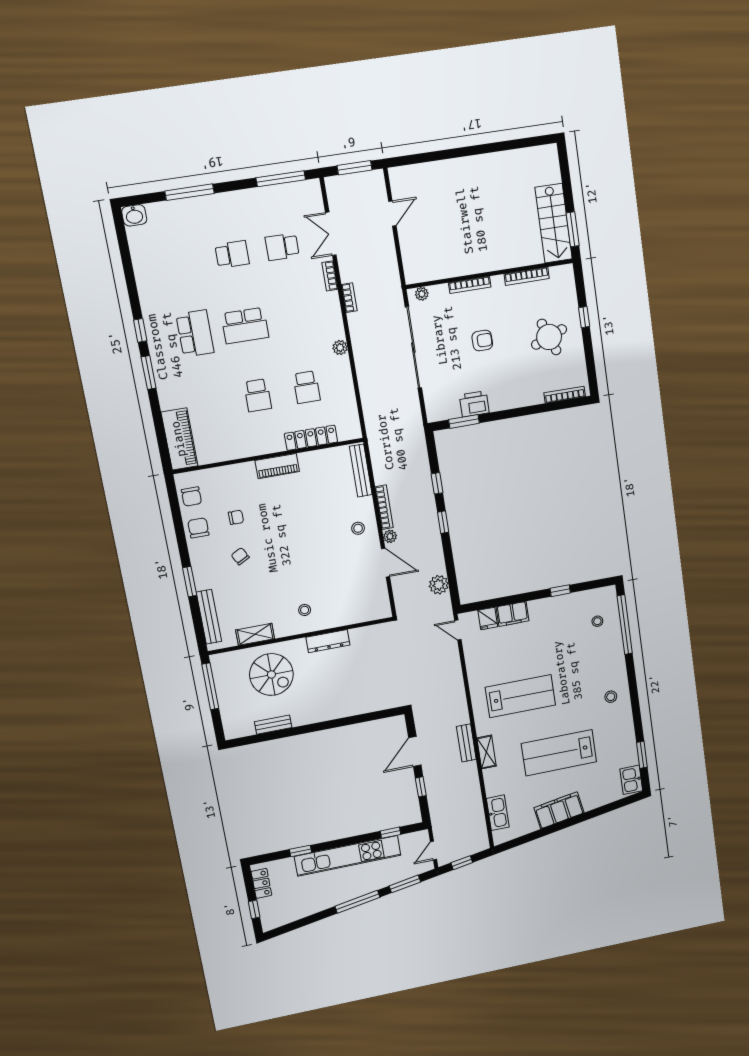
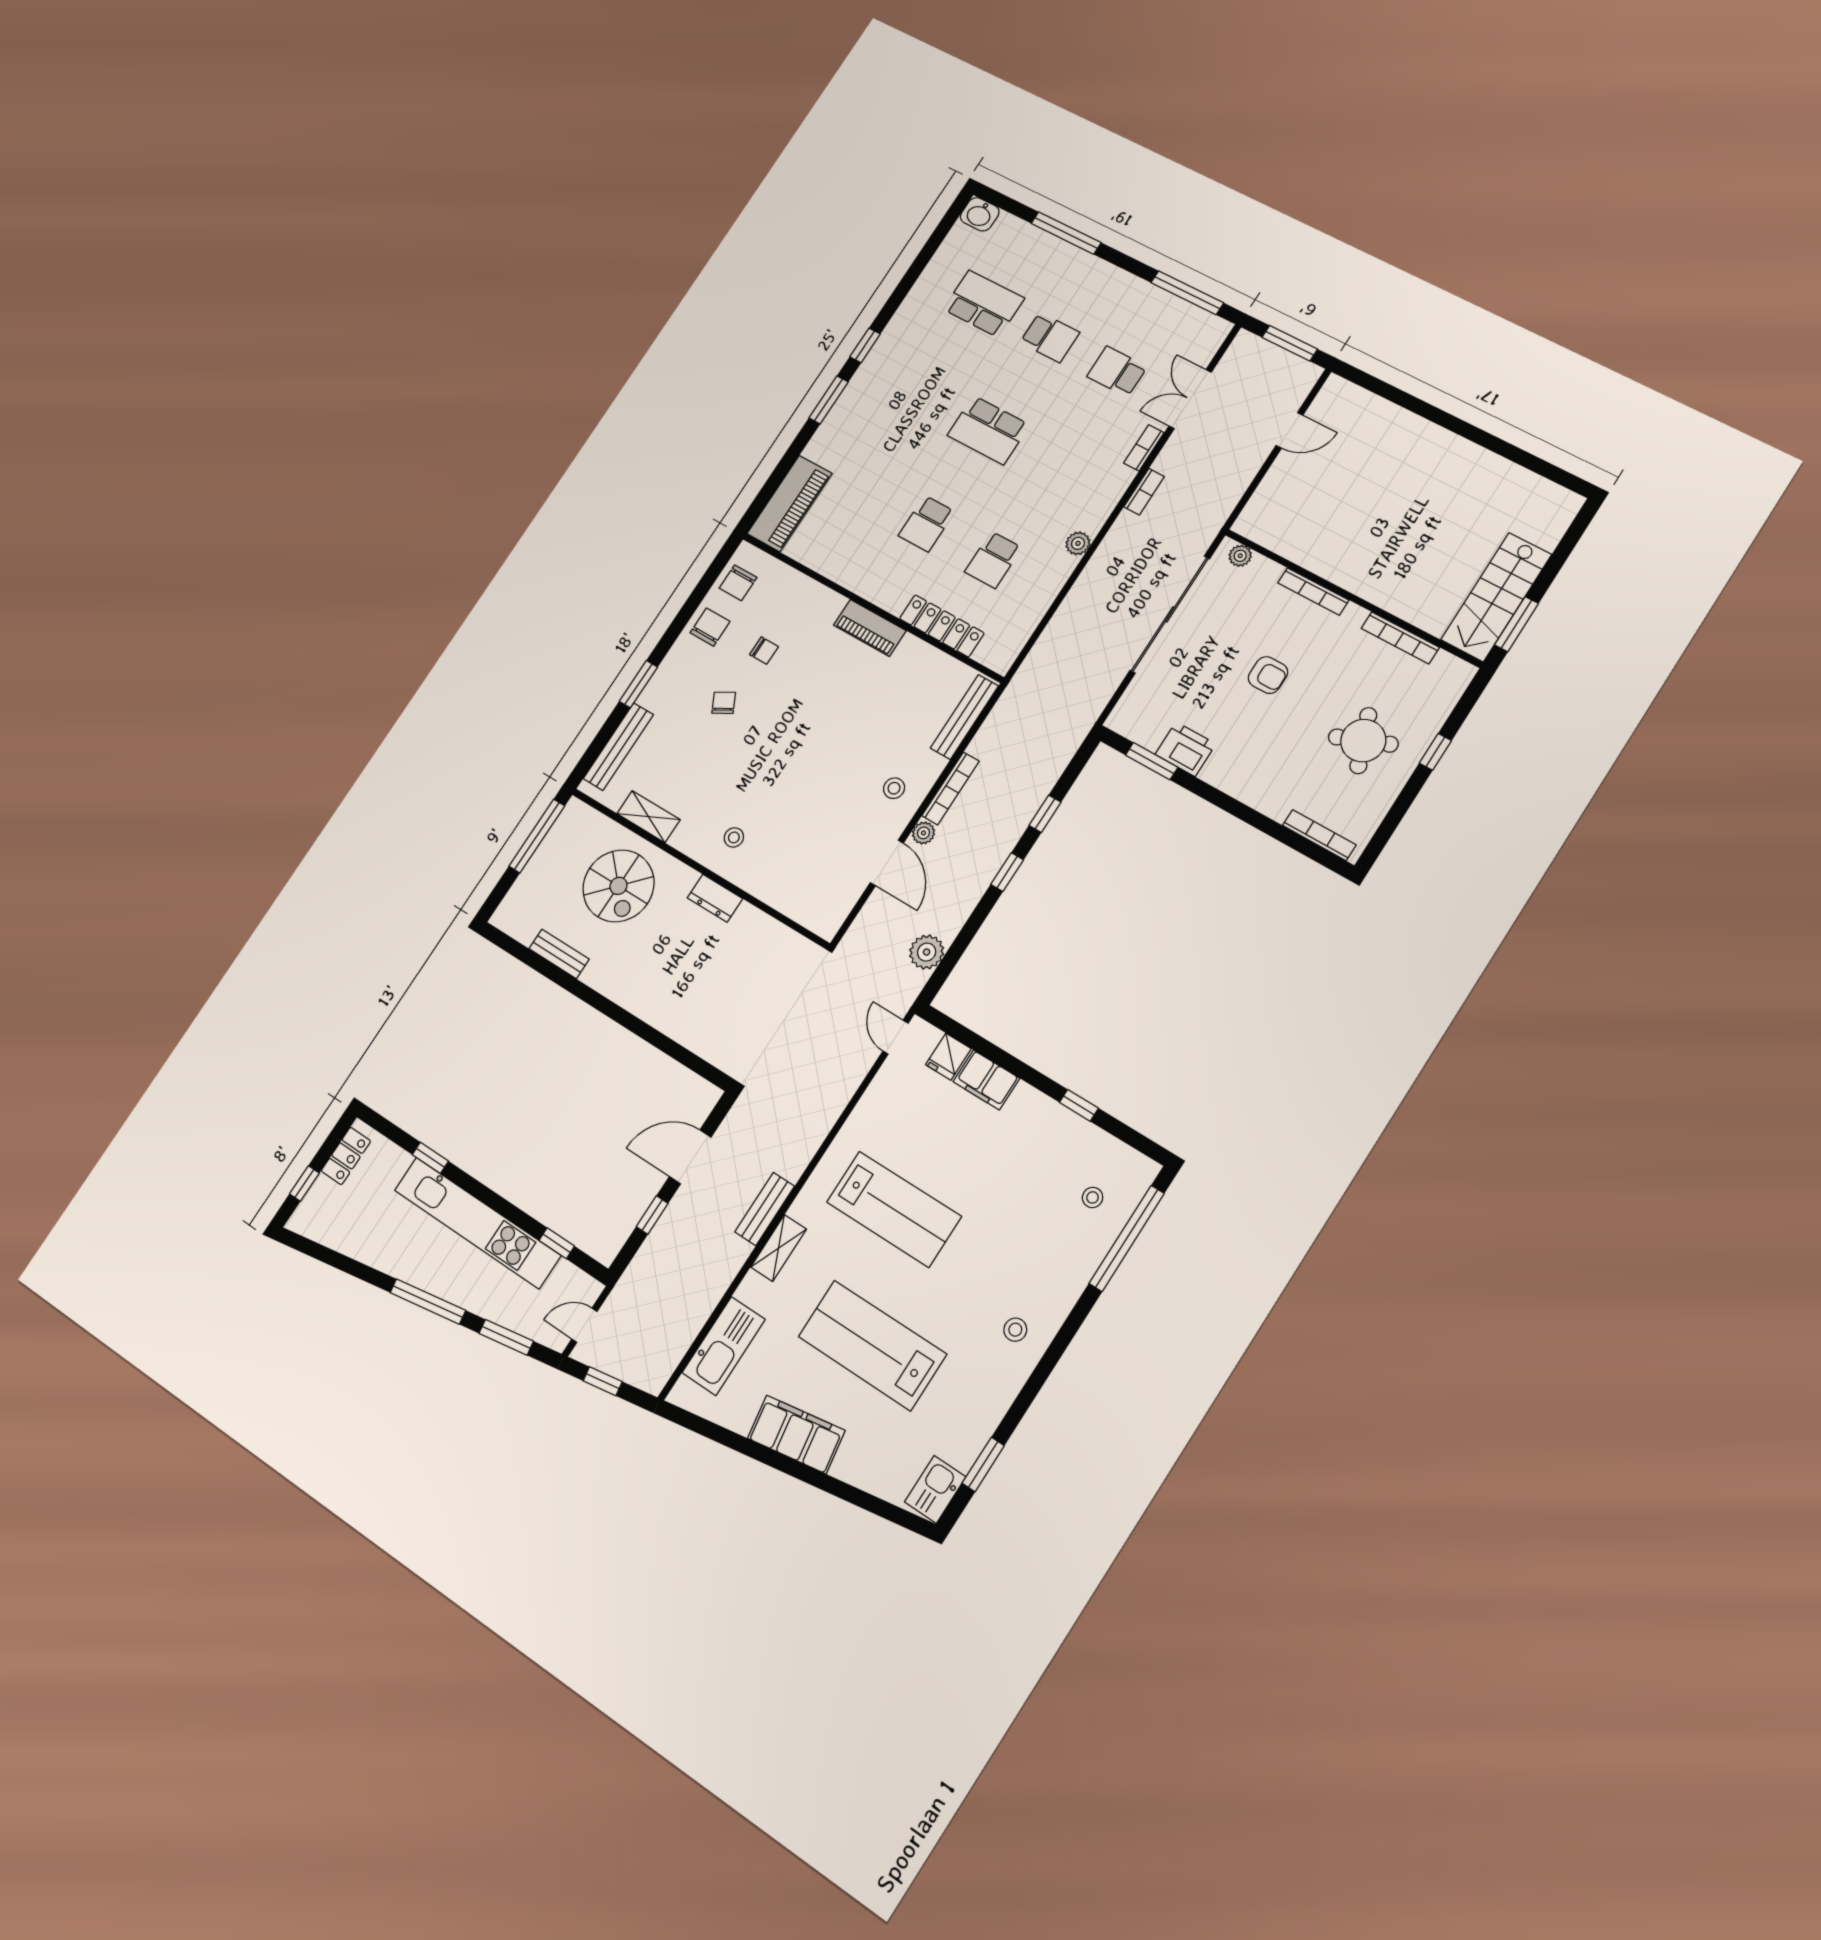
school desk: (195, 334) -> (984, 304), moved, turned -90
dresser: (328, 641) -> (715, 898), width x0.70
kitchen sink: (498, 813) -> (724, 1346), width x1.36, depth x1.24

